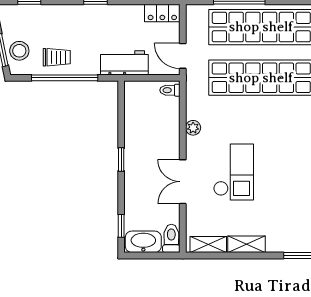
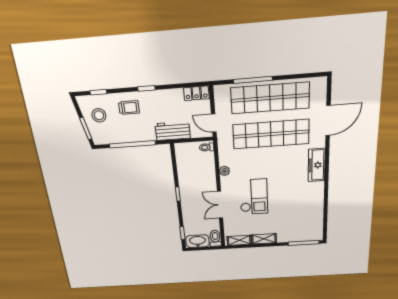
stool: (19, 51) -> (99, 115), moved
trolley: (57, 57) -> (129, 108), moved

